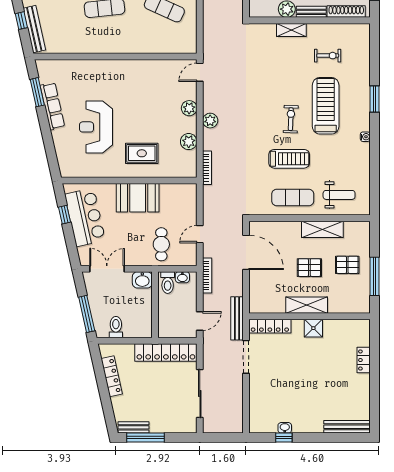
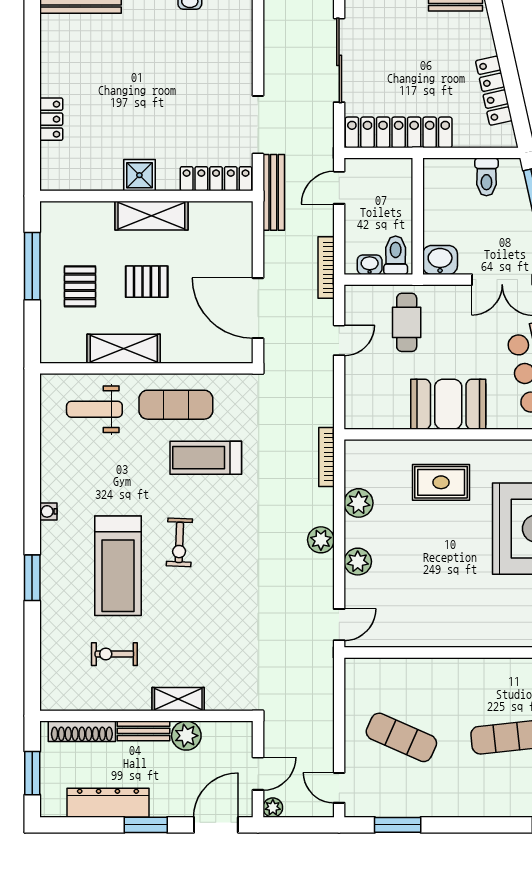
treadmill: (289, 159) -> (206, 458), moved
pallet: (347, 265) -> (80, 286), turned 90

